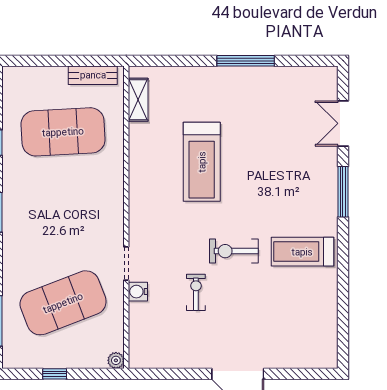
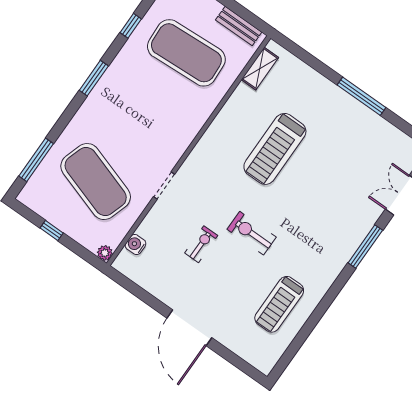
treadmill: (302, 252) -> (279, 304), moved, turned -90
water cooler: (138, 292) -> (136, 244), moved
exercise mat: (63, 303) -> (96, 182), turned 39

